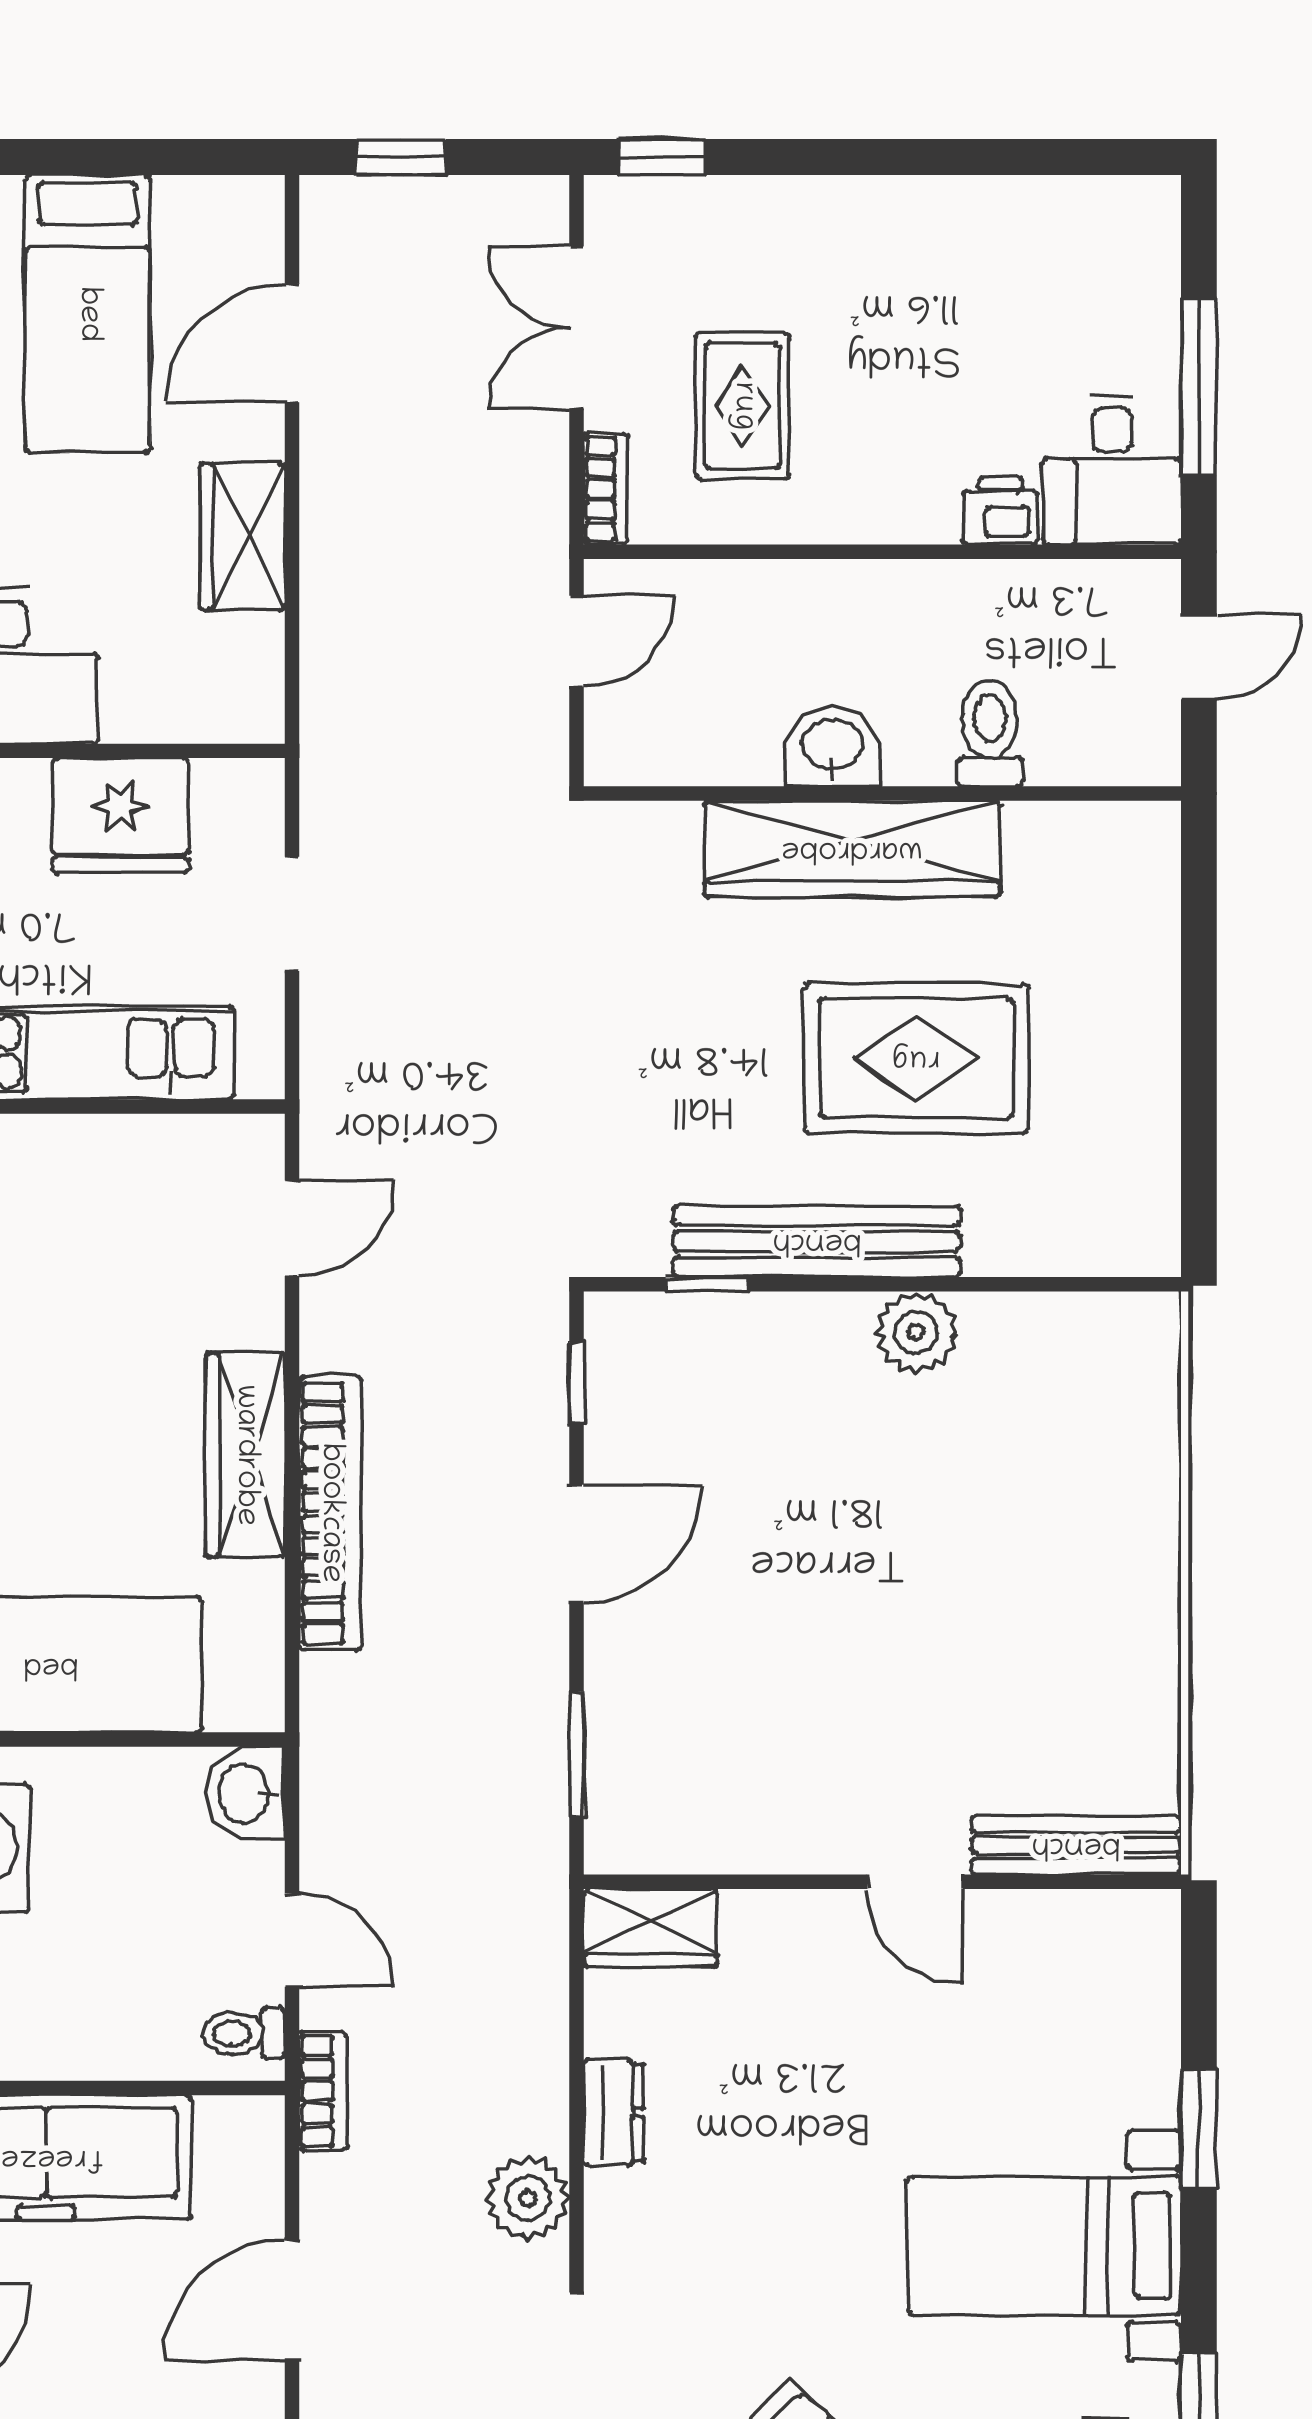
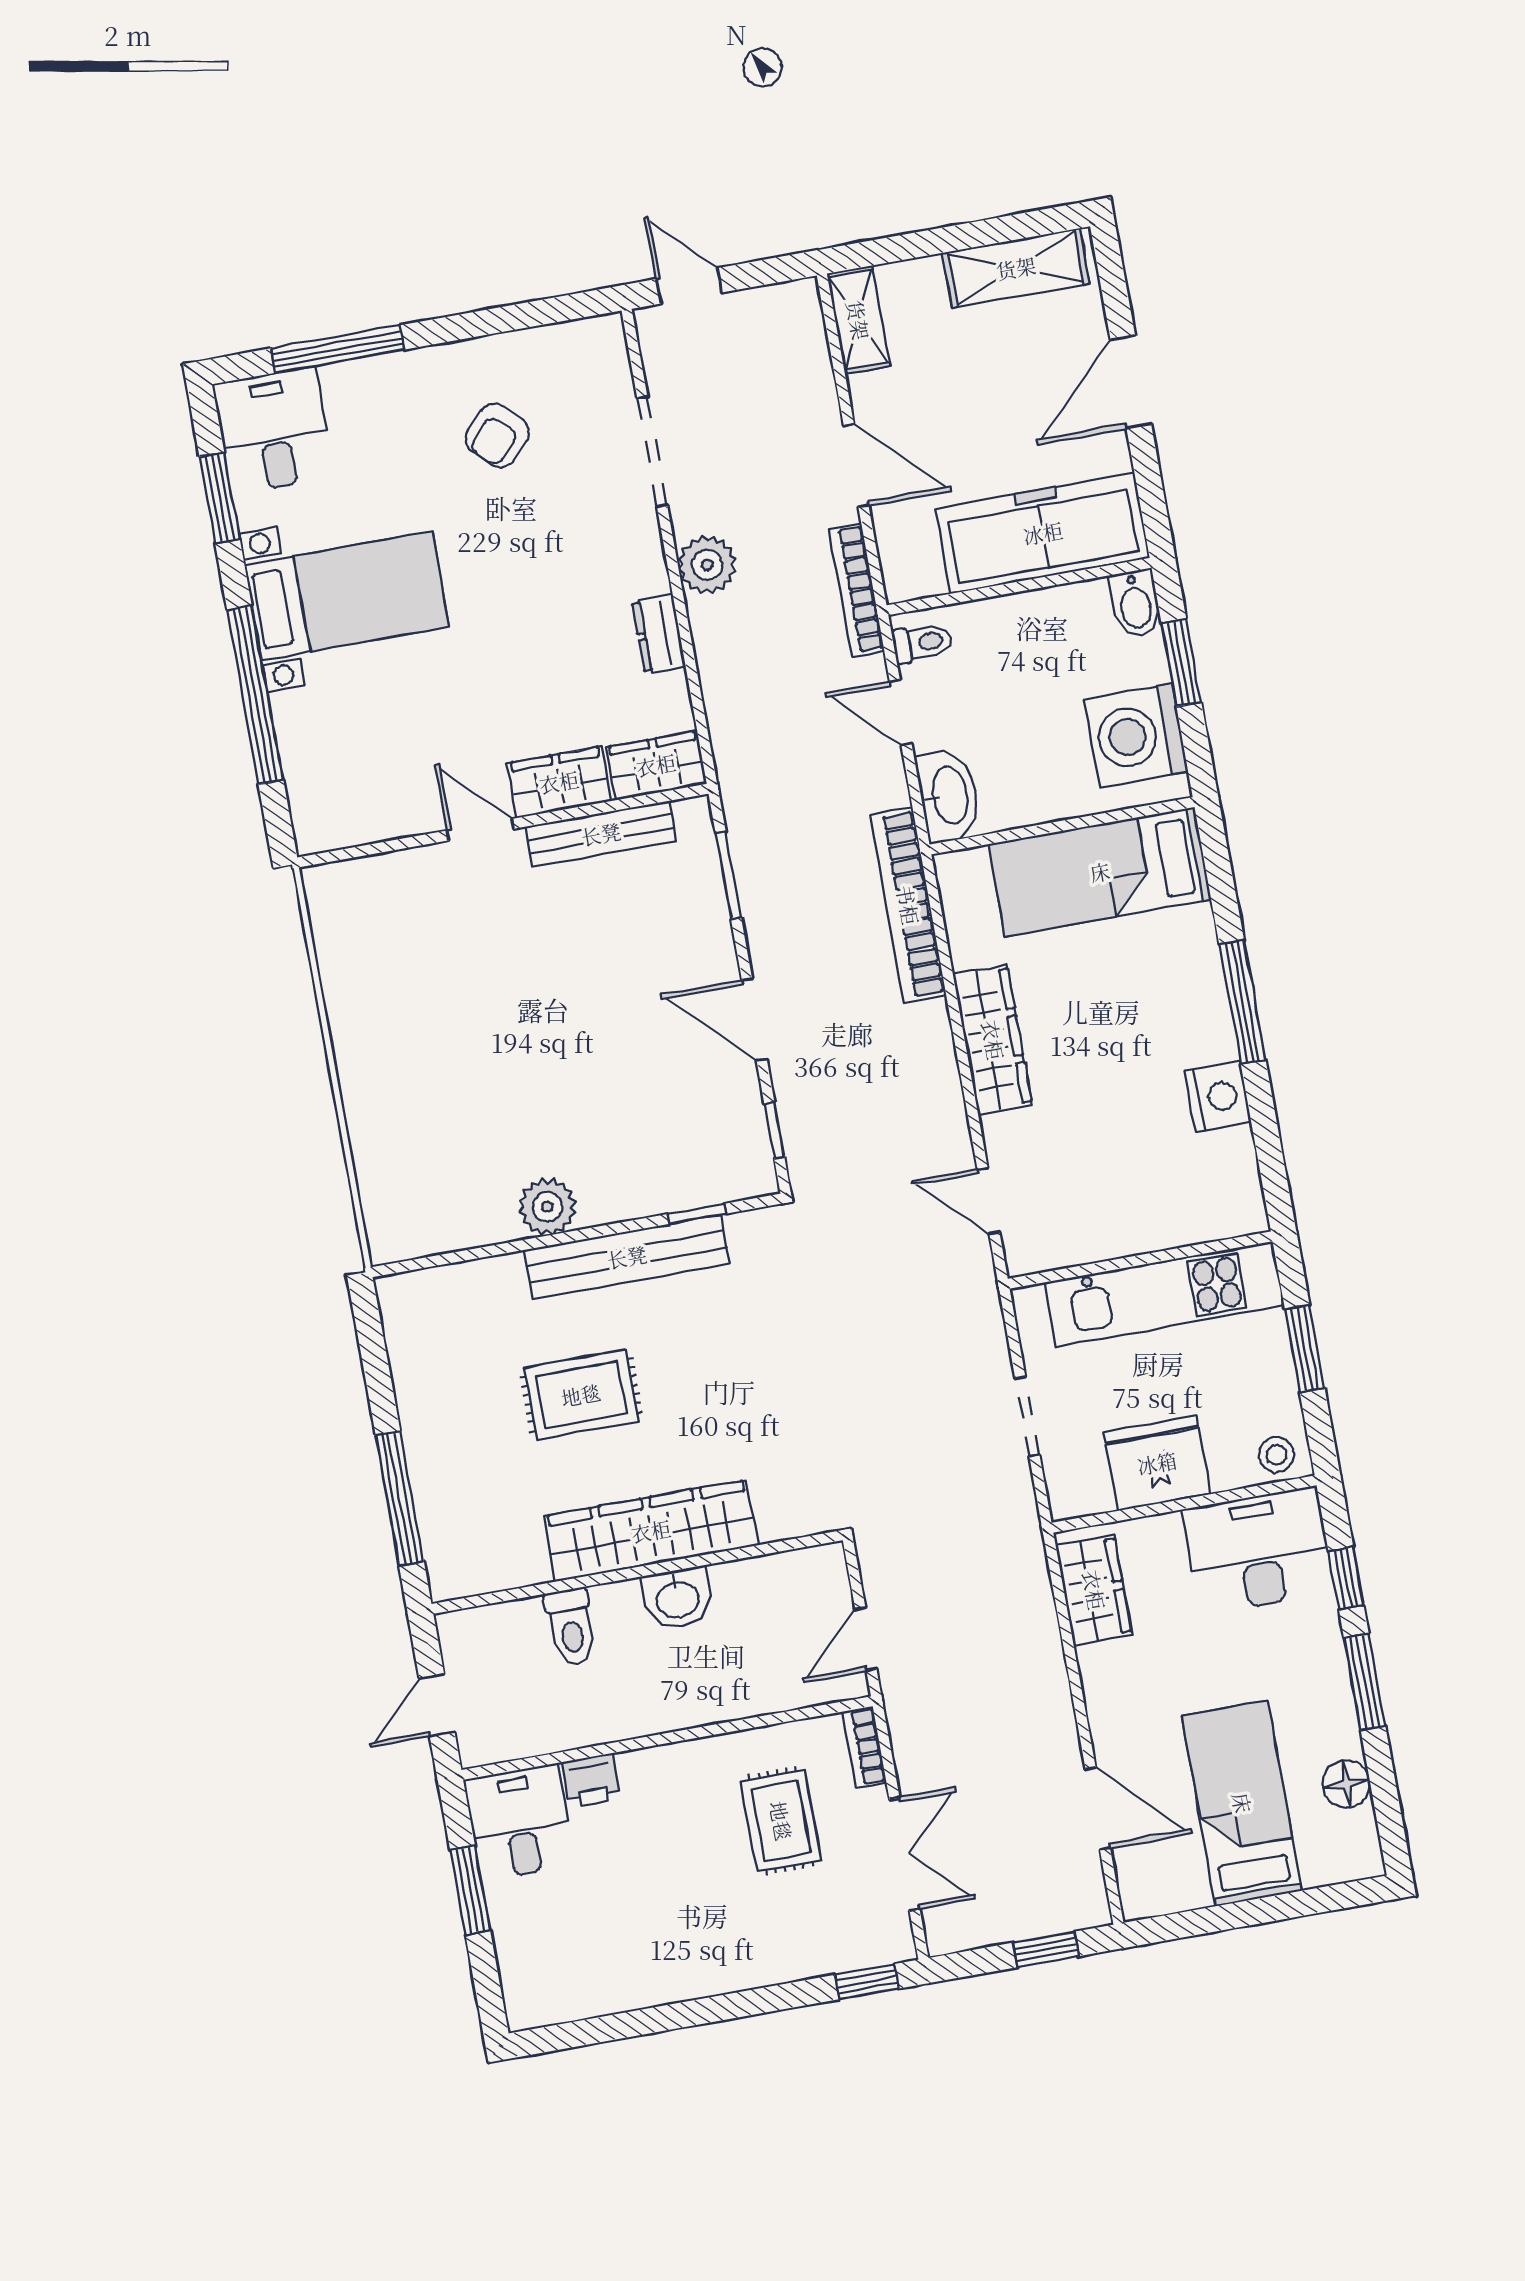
door: (292, 343) -> (1098, 1808), hinge flipped
window: (1199, 387) -> (470, 1890), width x0.69
wardrobe: (242, 537) -> (1094, 1590), moved
window: (1199, 958) -> (400, 1498), added
rug: (916, 1058) -> (581, 1395), width x0.73, depth x0.70
door: (292, 1228) -> (989, 1201), hinge flipped
bookcase: (330, 1513) -> (908, 905), moved
door: (577, 1544) -> (754, 1020), hinge flipped
washbasin: (246, 1793) -> (948, 795), width x1.38
bench: (1076, 1845) -> (601, 834), moved
wardrobe: (792, 1929) -> (559, 782), added
bookcase: (323, 2091) -> (857, 590), width x1.56
window: (1199, 2129) -> (255, 695), width x2.11
door: (292, 2300) -> (856, 466), hinge flipped

